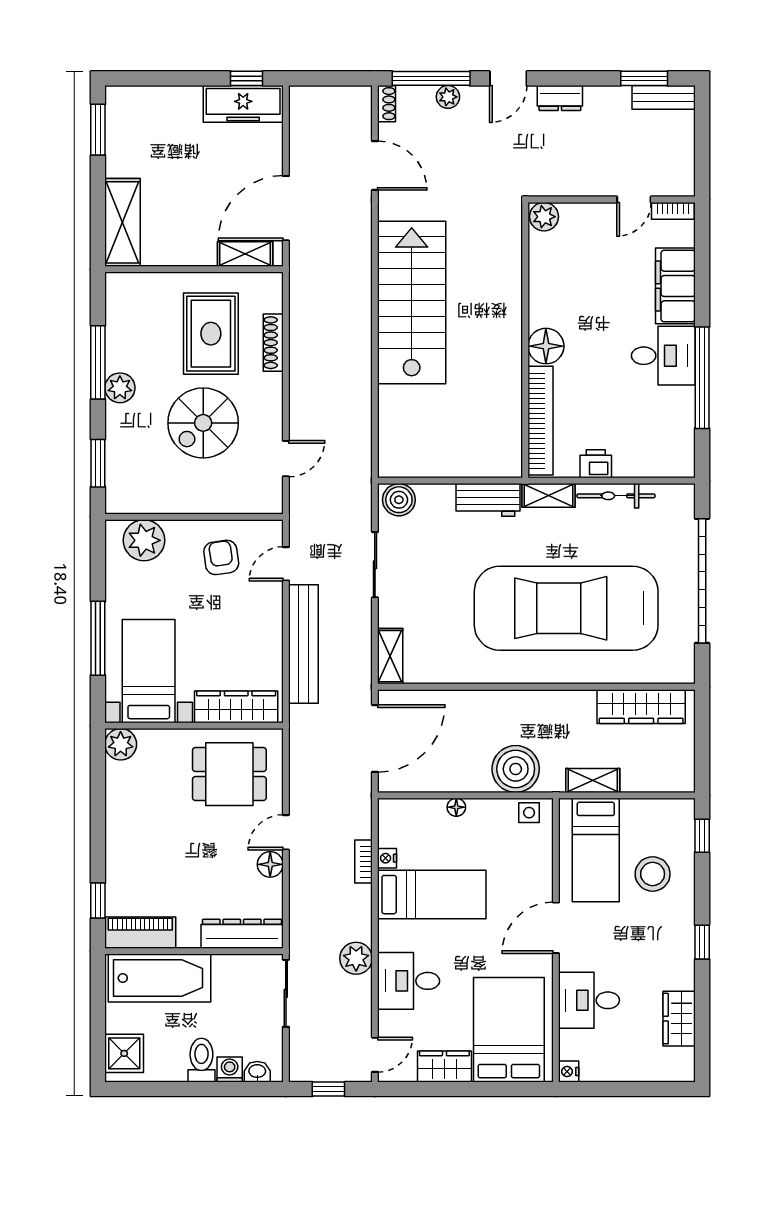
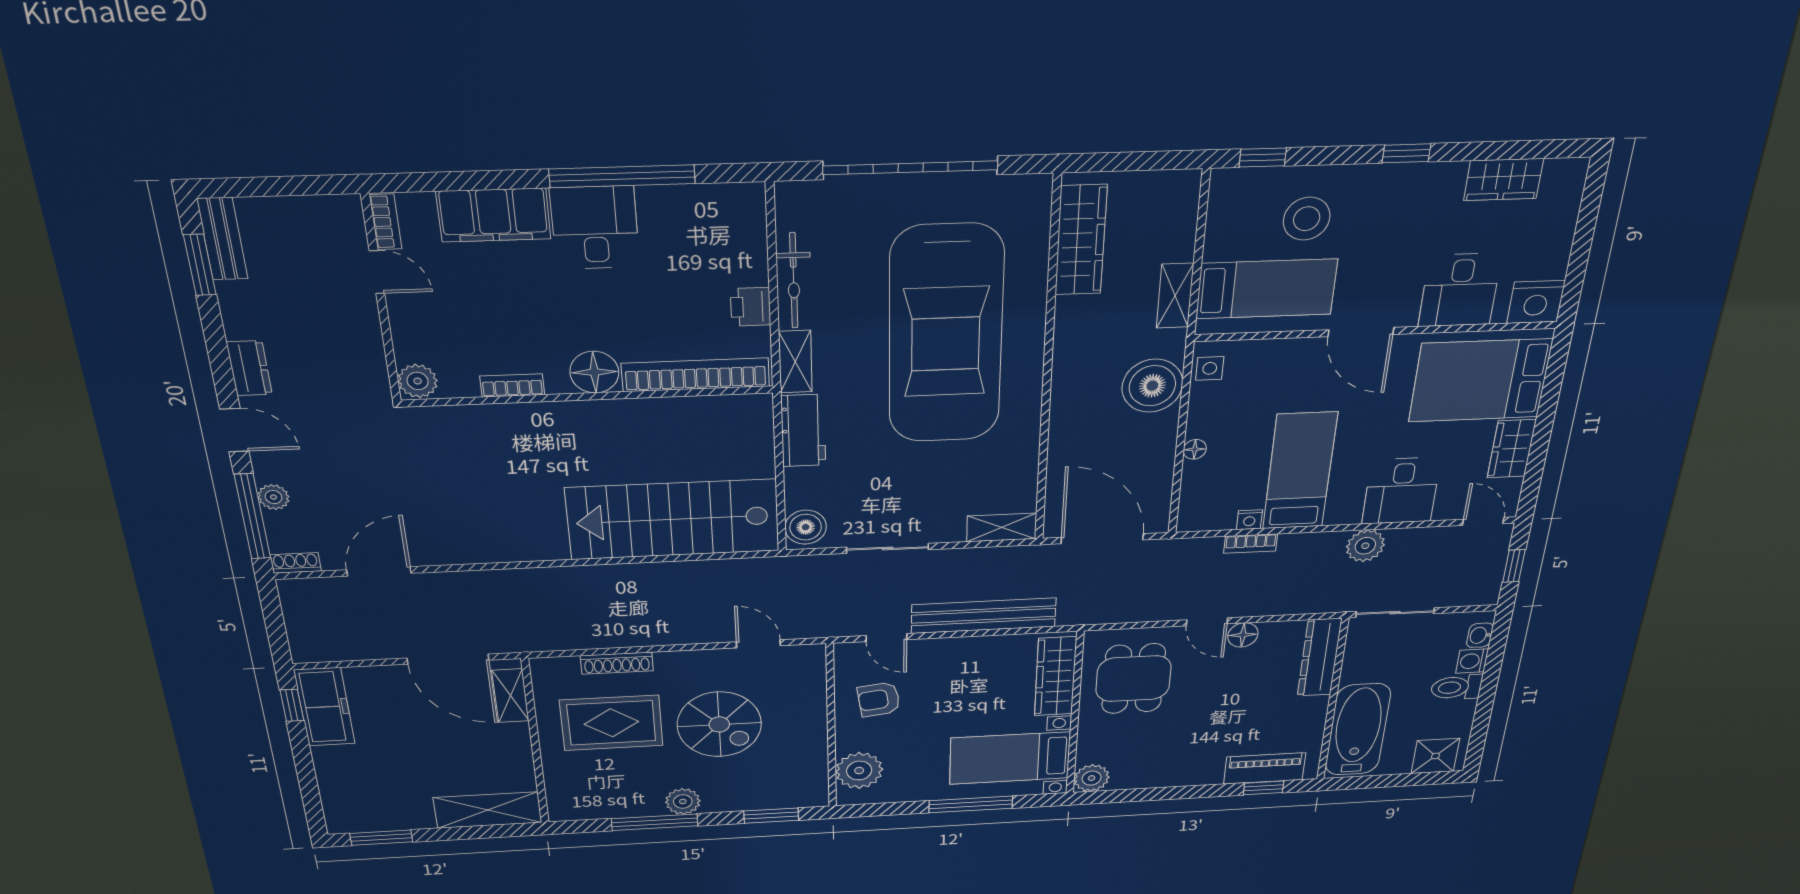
bookcase: (537, 285) -> (512, 385), added
stairs: (412, 303) -> (673, 519), moved
piano: (140, 933) -> (1265, 768), moved, turned 90
nightstand: (569, 1071) -> (1536, 302), width x1.89, depth x1.79

